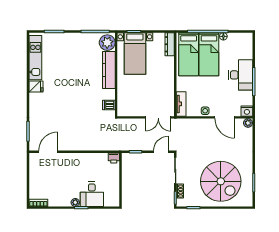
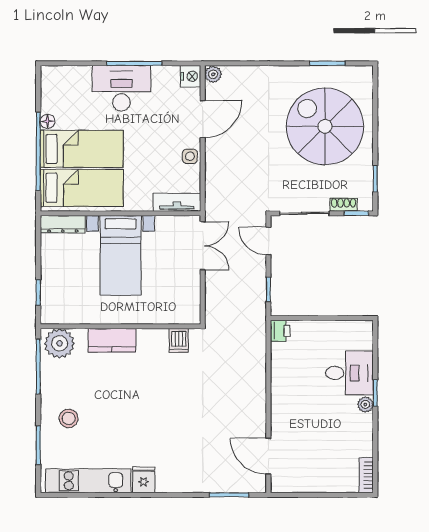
stool: (68, 47) -> (69, 418), added
bed with nightstands: (135, 53) -> (121, 255), moved, turned 90
kitchen counter: (109, 70) -> (112, 340), width x0.67
spiral stairs: (221, 181) -> (325, 126), turned -90

